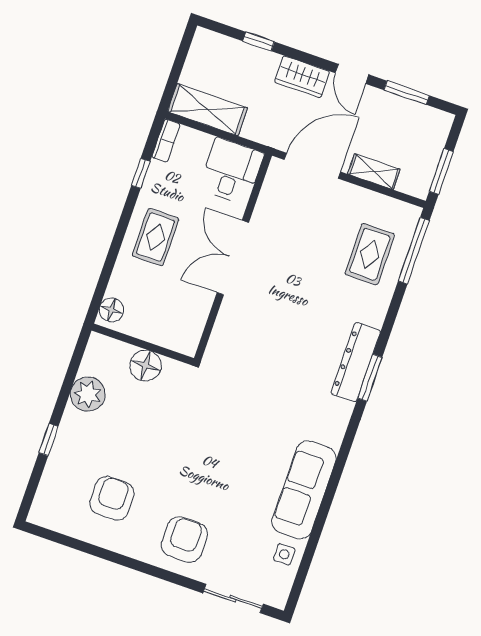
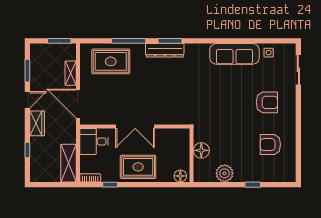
rug: (156, 237) -> (138, 167), width x1.36, depth x1.43
window: (414, 251) -> (129, 41), moved
rug: (370, 254) -> (111, 61), width x1.36, depth x1.43
armchair: (184, 540) -> (267, 102), moved, turned 180

